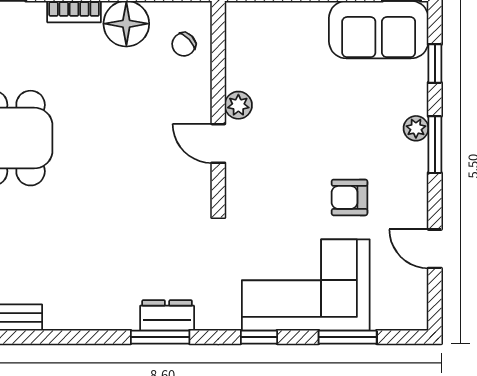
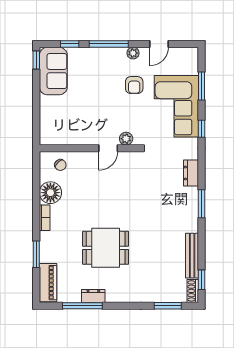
plant: (238, 105) -> (126, 139), moved
plant: (416, 128) -> (133, 53), moved
window: (435, 145) -> (109, 44), width x1.44
window: (160, 337) -> (201, 204), moved

